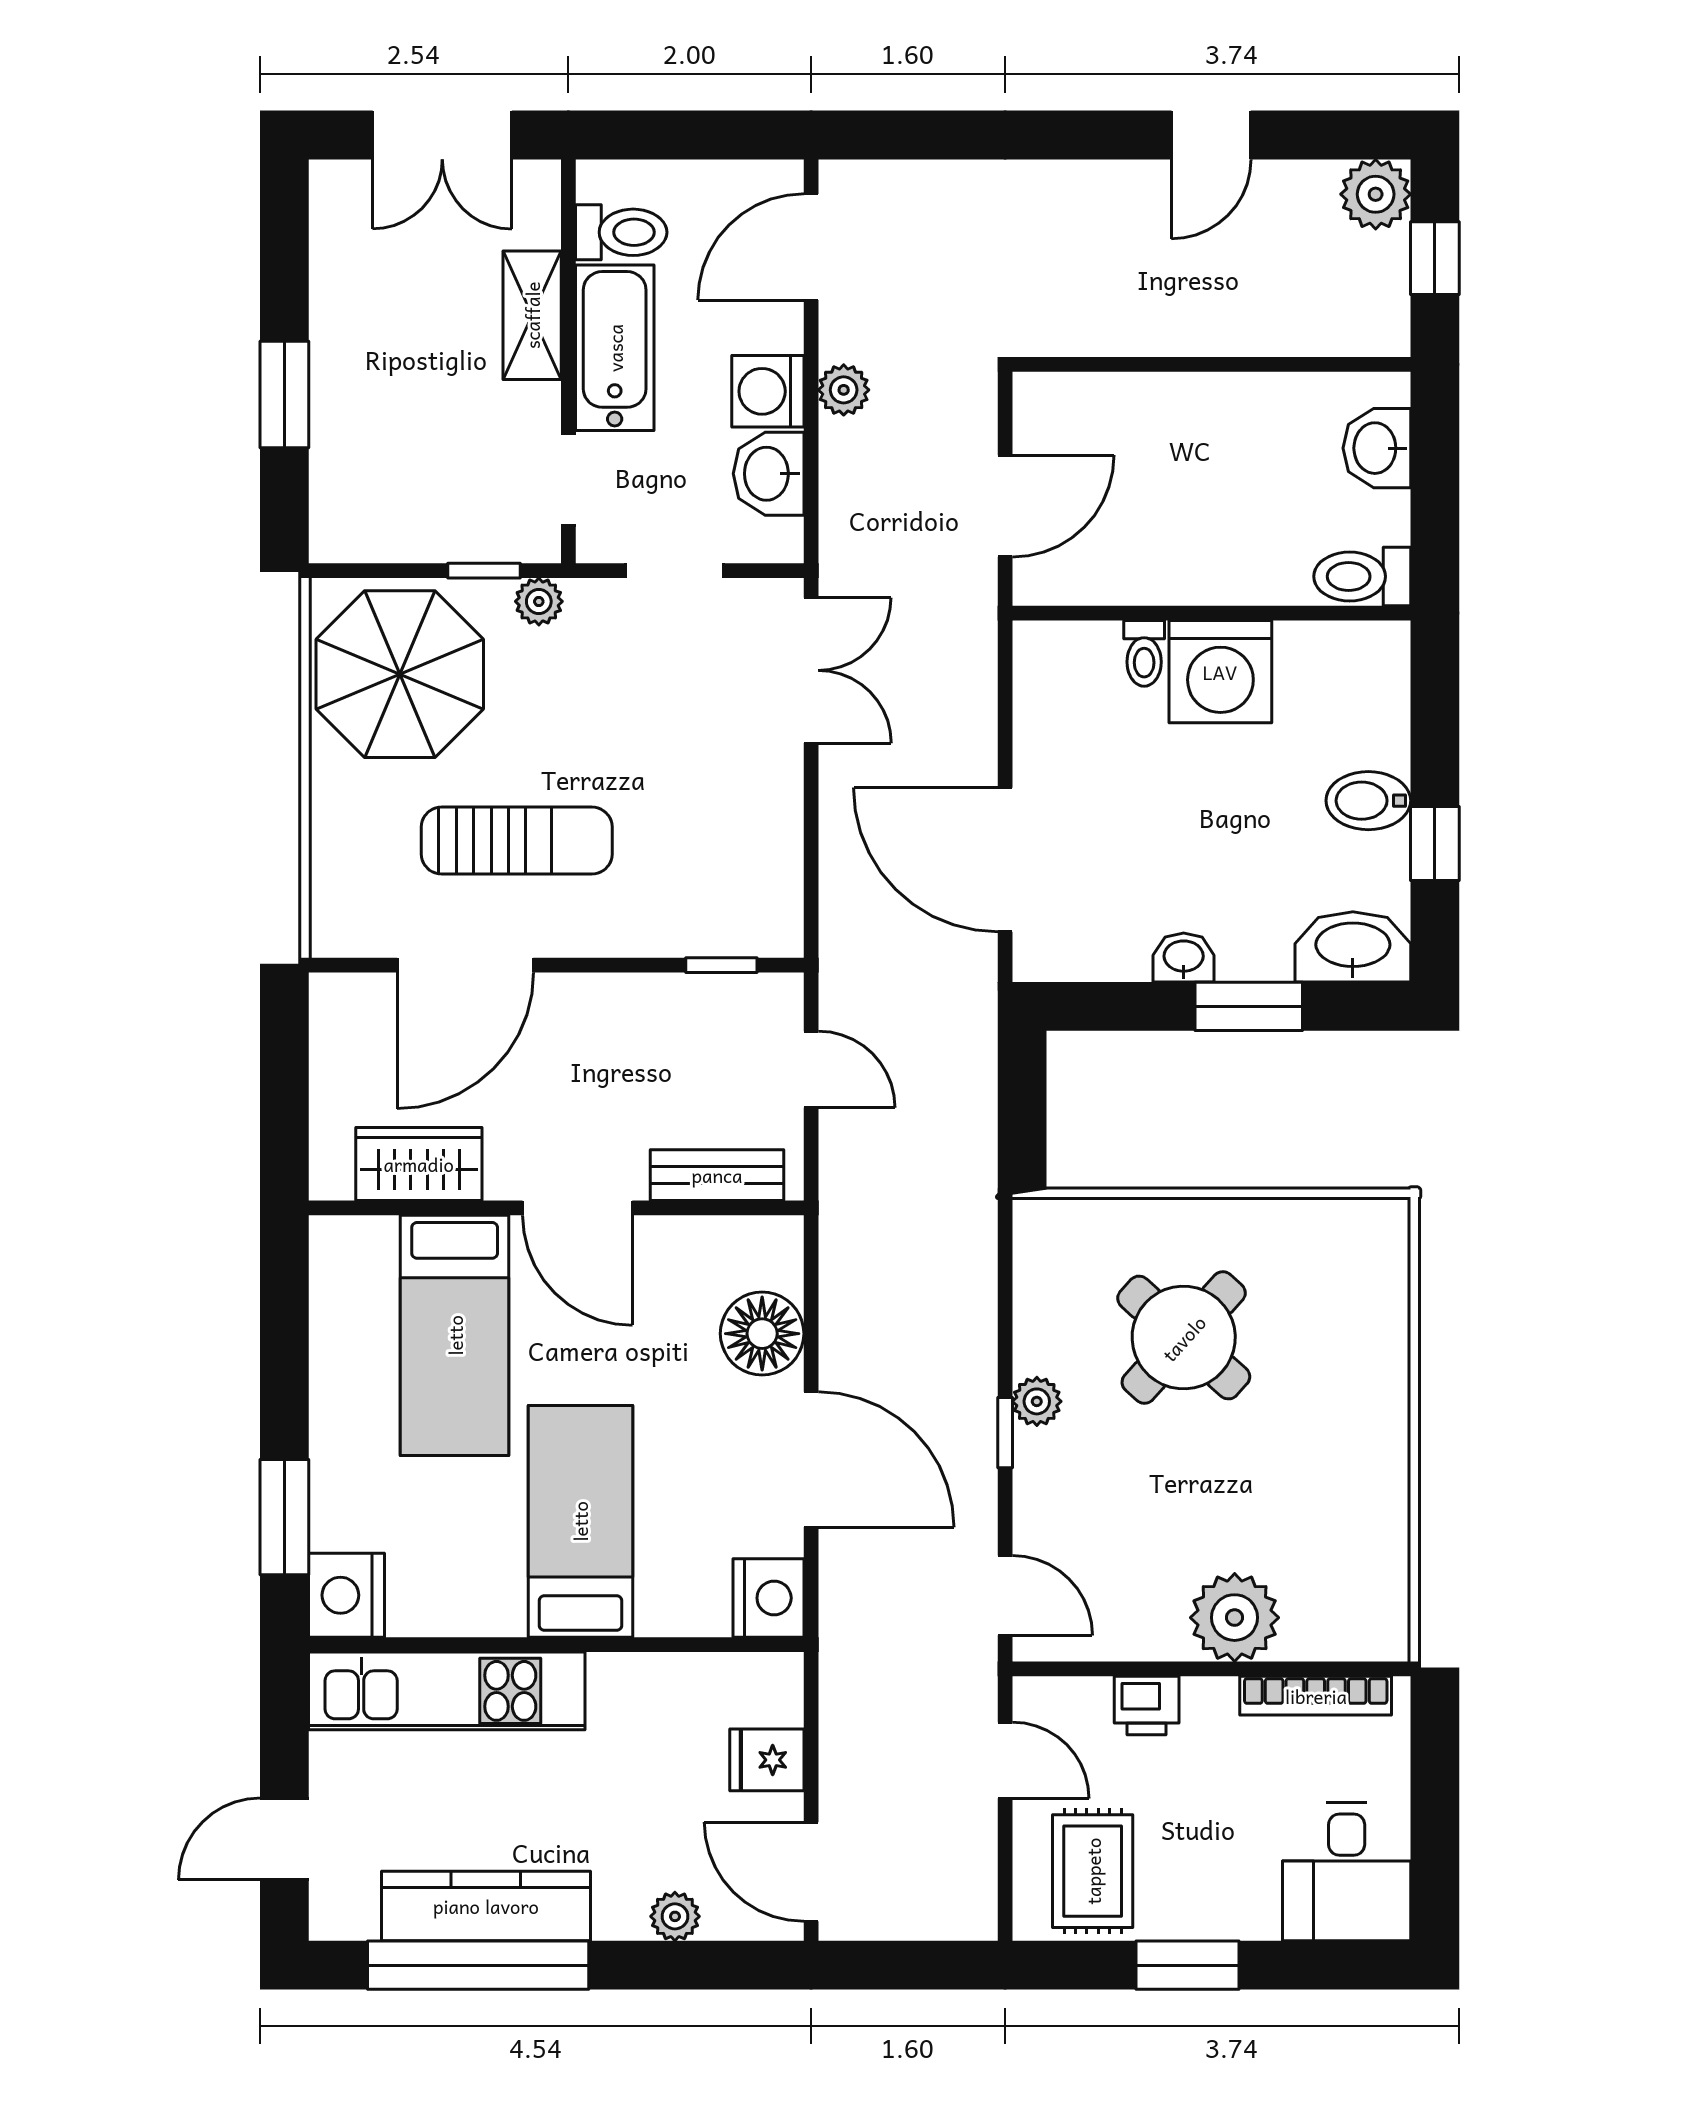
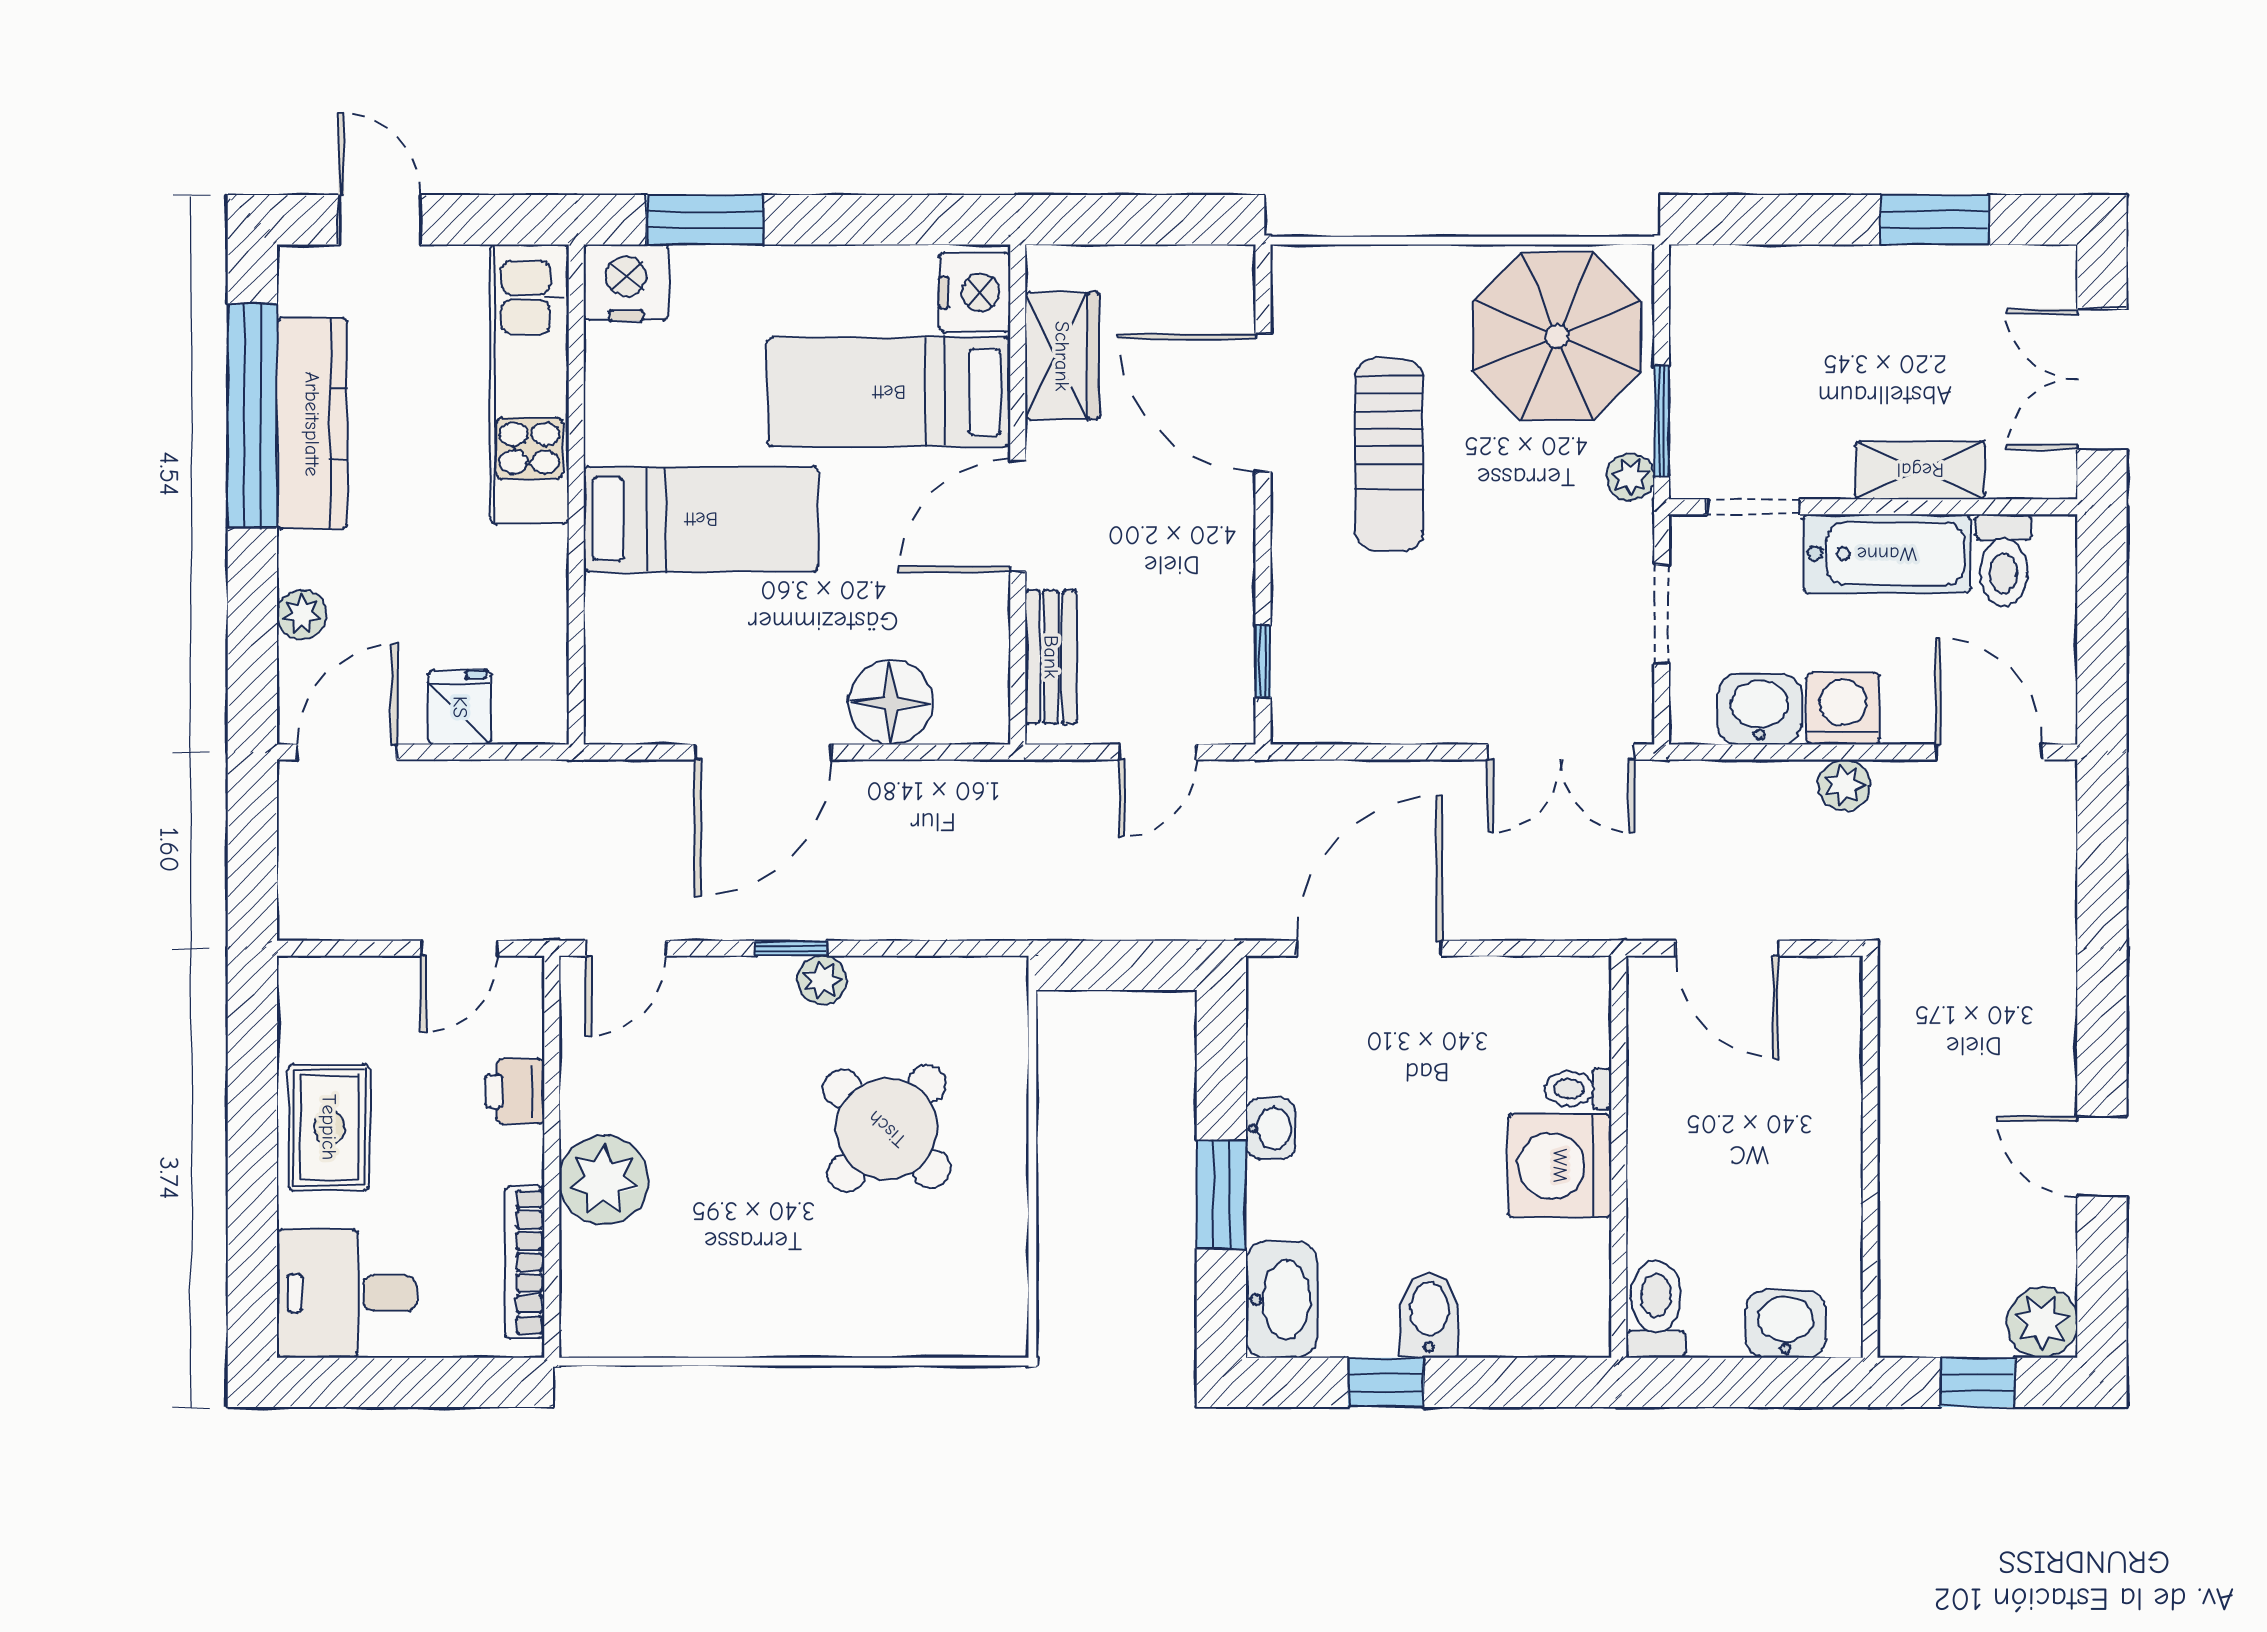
window: (284, 395) -> (1935, 220), moved
window: (484, 571) -> (1662, 421), width x1.50
nightstand: (768, 1598) -> (975, 292), moved, turned -90
rug: (1093, 1871) -> (329, 1127), moved, turned 90
window: (1187, 1965) -> (252, 1132), removed

